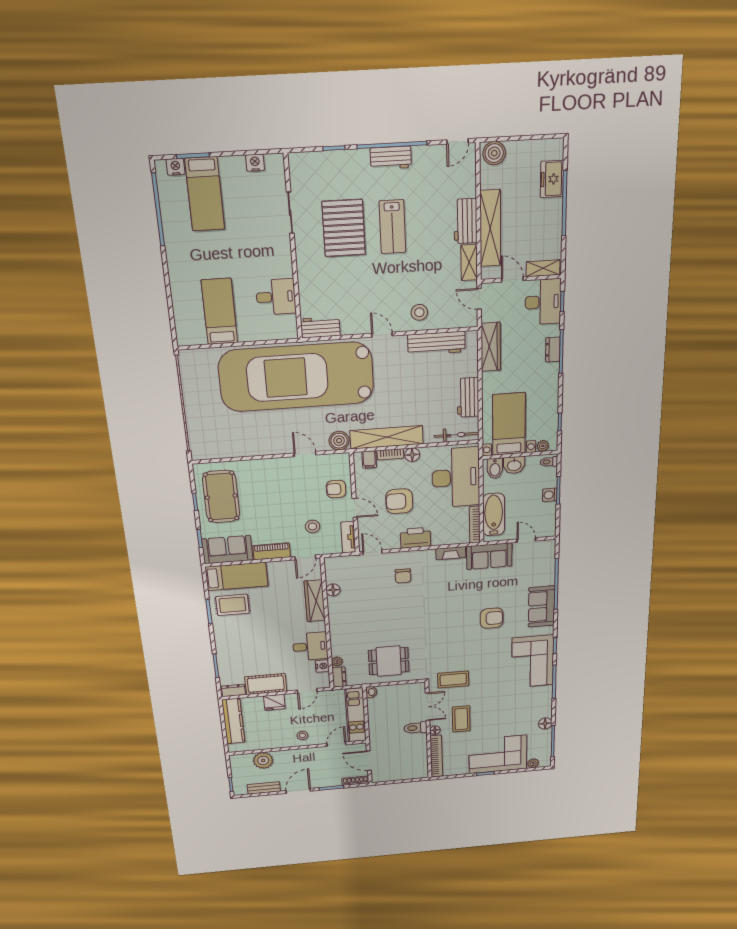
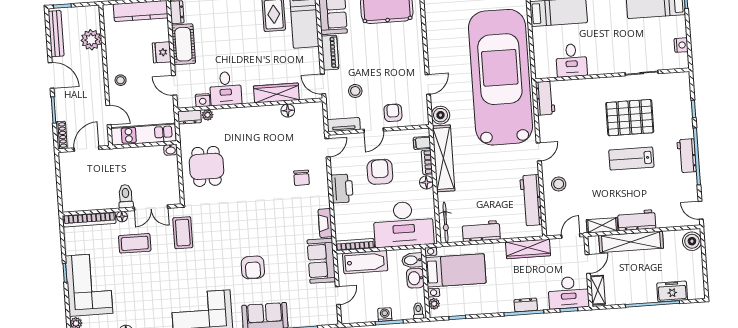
chair: (403, 576) -> (301, 178), turned -90
bench: (264, 788) -> (56, 34), width x1.36

